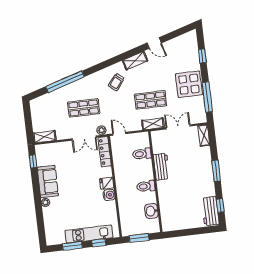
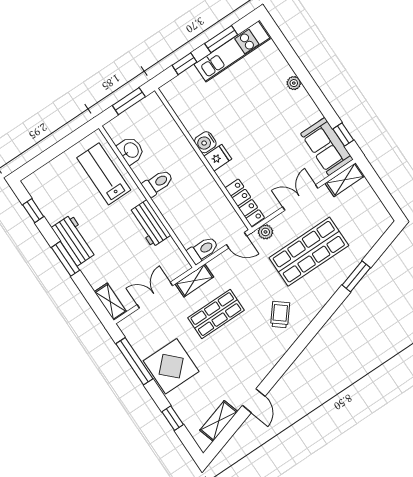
door: (154, 43) -> (254, 401), swing flipped
shelving: (135, 61) -> (219, 421), moved
window: (65, 82) -> (356, 276), width x0.47
shop shelf: (84, 108) -> (309, 252), width x1.43, depth x1.36
double door: (178, 127) -> (155, 295), swing flipped
double door: (84, 138) -> (300, 197), moved
toilet: (142, 154) -> (203, 250), moved
sofa: (48, 182) -> (327, 146), moved
lab bench: (172, 206) -> (104, 174), added
workbench: (210, 211) -> (74, 240), moved
kitchen unit: (89, 234) -> (232, 51), moved

